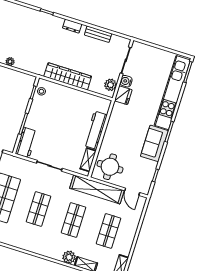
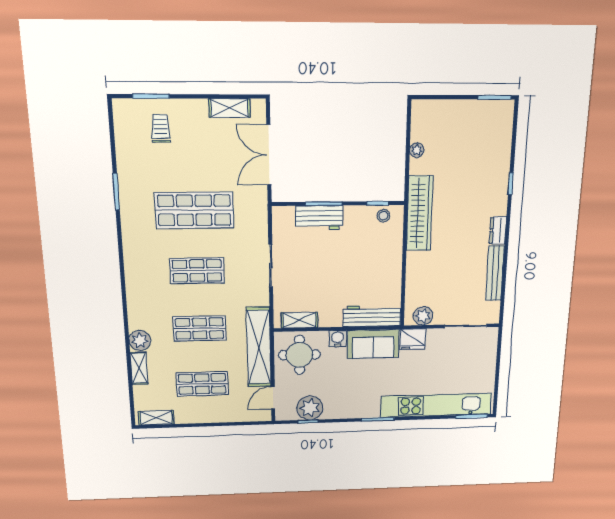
bench: (98, 34) -> (495, 273), width x1.36
wardrobe: (68, 76) -> (420, 213), moved
water cooler: (126, 81) -> (338, 339), moved
workbench: (95, 130) -> (372, 316), moved
workbench: (26, 143) -> (319, 218), moved
sofa: (154, 143) -> (373, 344), moved, turned 180
plant: (147, 171) -> (310, 408), added

